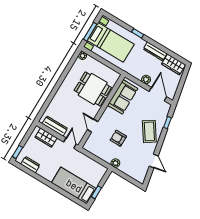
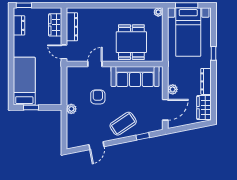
sofa: (123, 97) -> (135, 77), width x1.36
door: (70, 143) -> (64, 52), swing flipped

